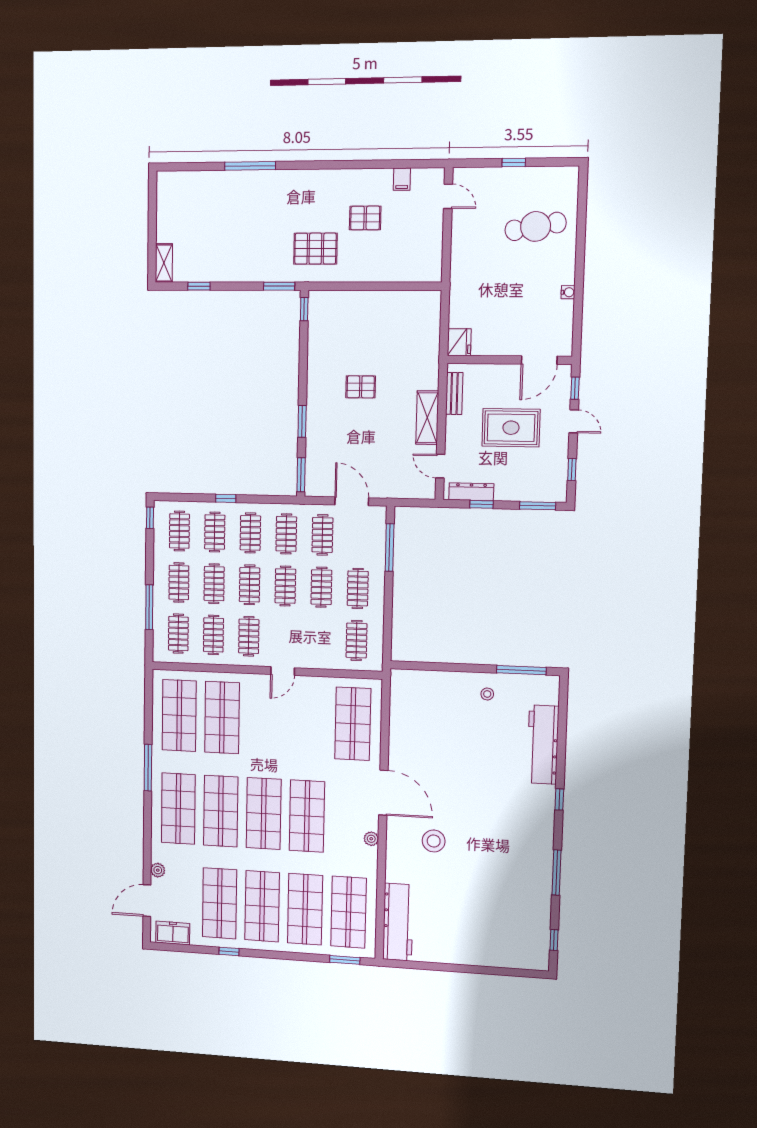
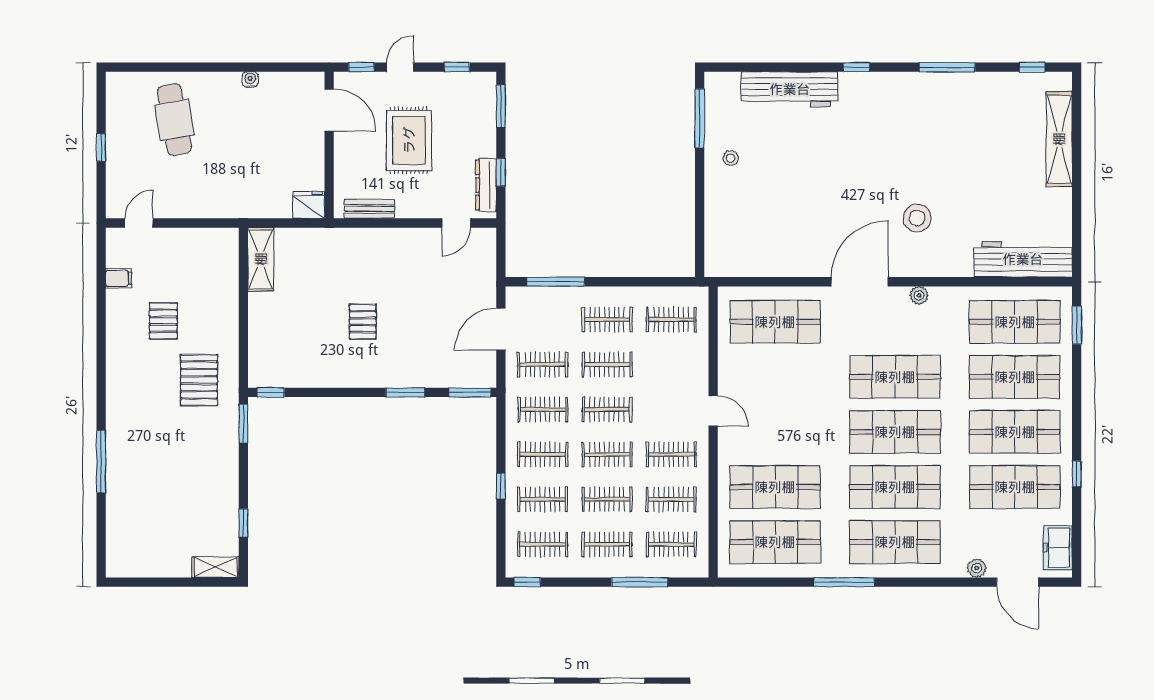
shelving: (427, 418) -> (261, 259), moved, turned 90
shelving: (494, 957) -> (1059, 139), added

